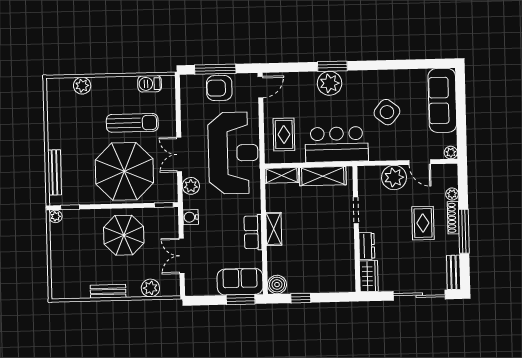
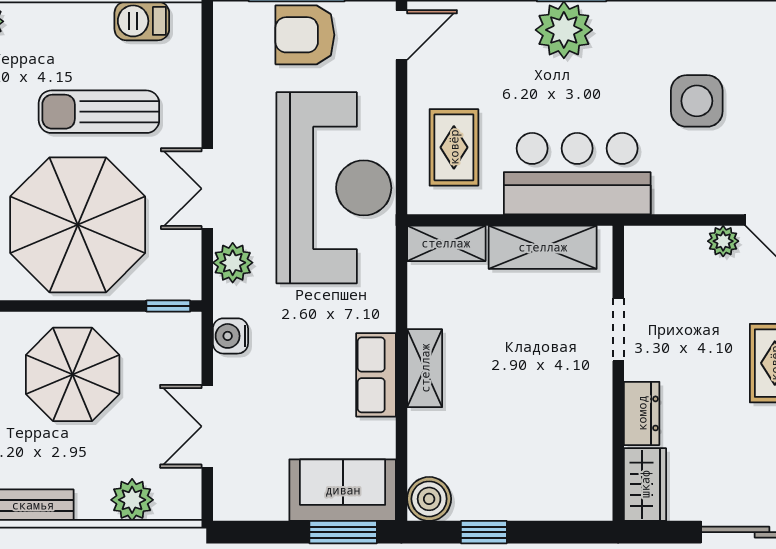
side table: (387, 112) -> (697, 101), turned -38
sun lounger: (132, 123) -> (99, 112), turned 180
plant: (394, 177) -> (723, 241), width x0.53, depth x0.53

